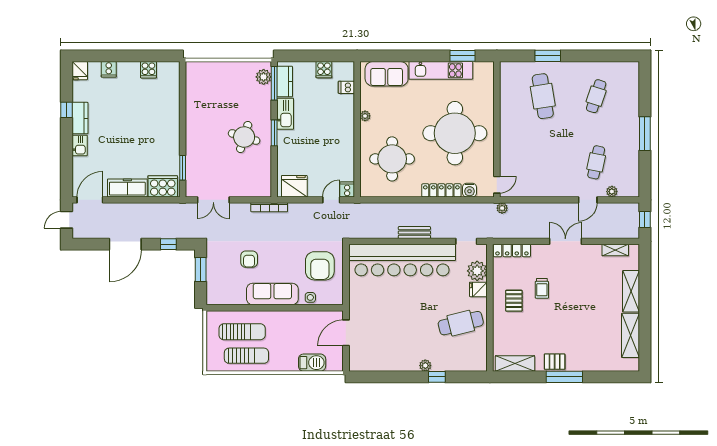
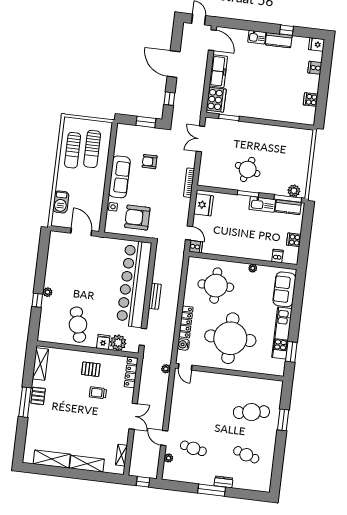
dresser: (633, 120) -> (223, 482), added

